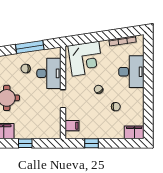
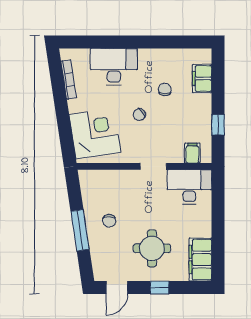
window: (30, 47) -> (80, 230), moved
desk: (49, 73) -> (189, 187), moved
filing cabinet: (134, 132) -> (202, 78), moved
window: (25, 143) -> (218, 221), removed

